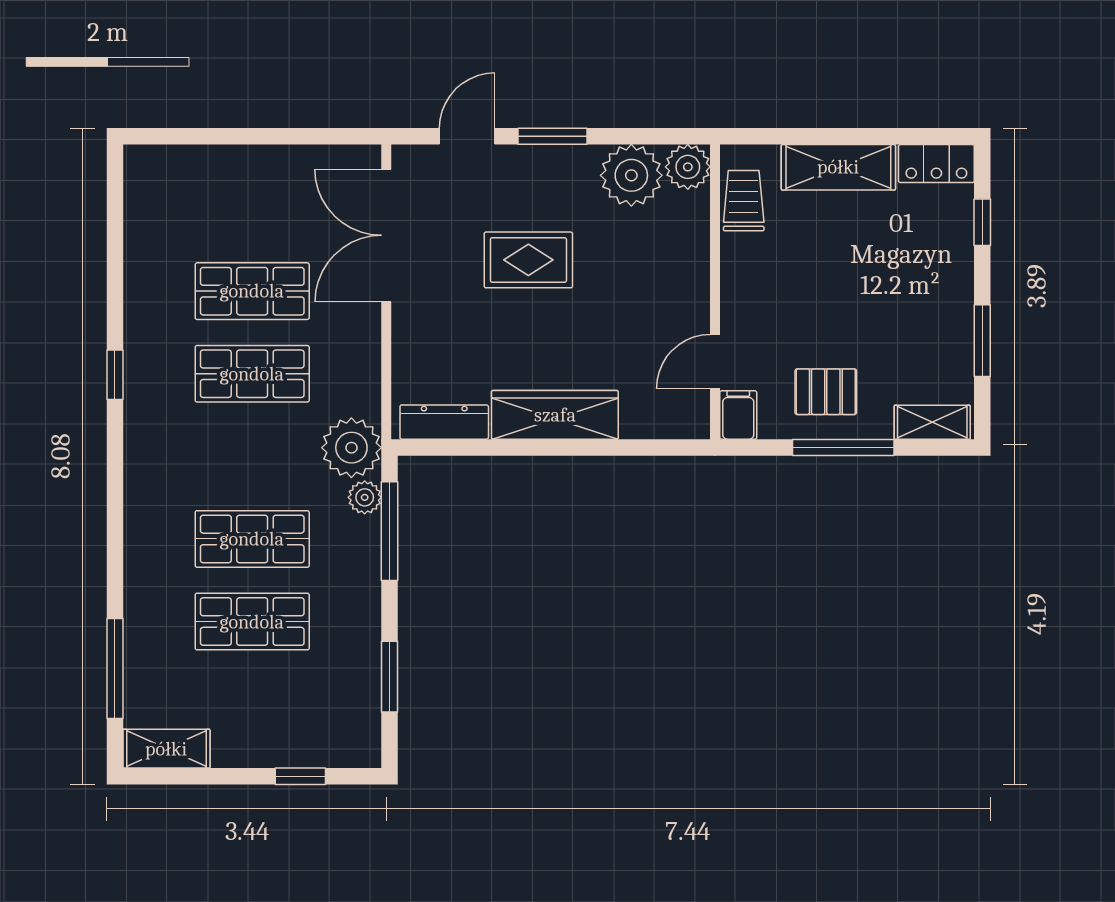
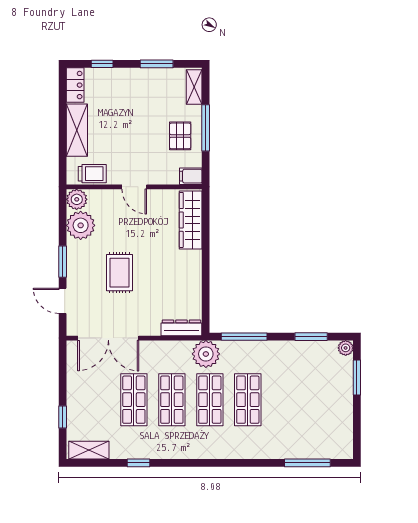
window: (215, 136) -> (63, 417), added
trolley: (744, 201) -> (92, 174), turned 180
door: (715, 361) -> (134, 187), moved
window: (115, 375) -> (139, 463), moved
wardrobe: (555, 415) -> (191, 220), moved
dresser: (444, 422) -> (181, 328), moved, turned 90
plant: (365, 497) -> (346, 348), moved
shop shelf: (252, 622) -> (210, 400), moved
shelving: (166, 749) -> (89, 450), moved, turned 90
window: (300, 776) -> (357, 378), width x1.50

